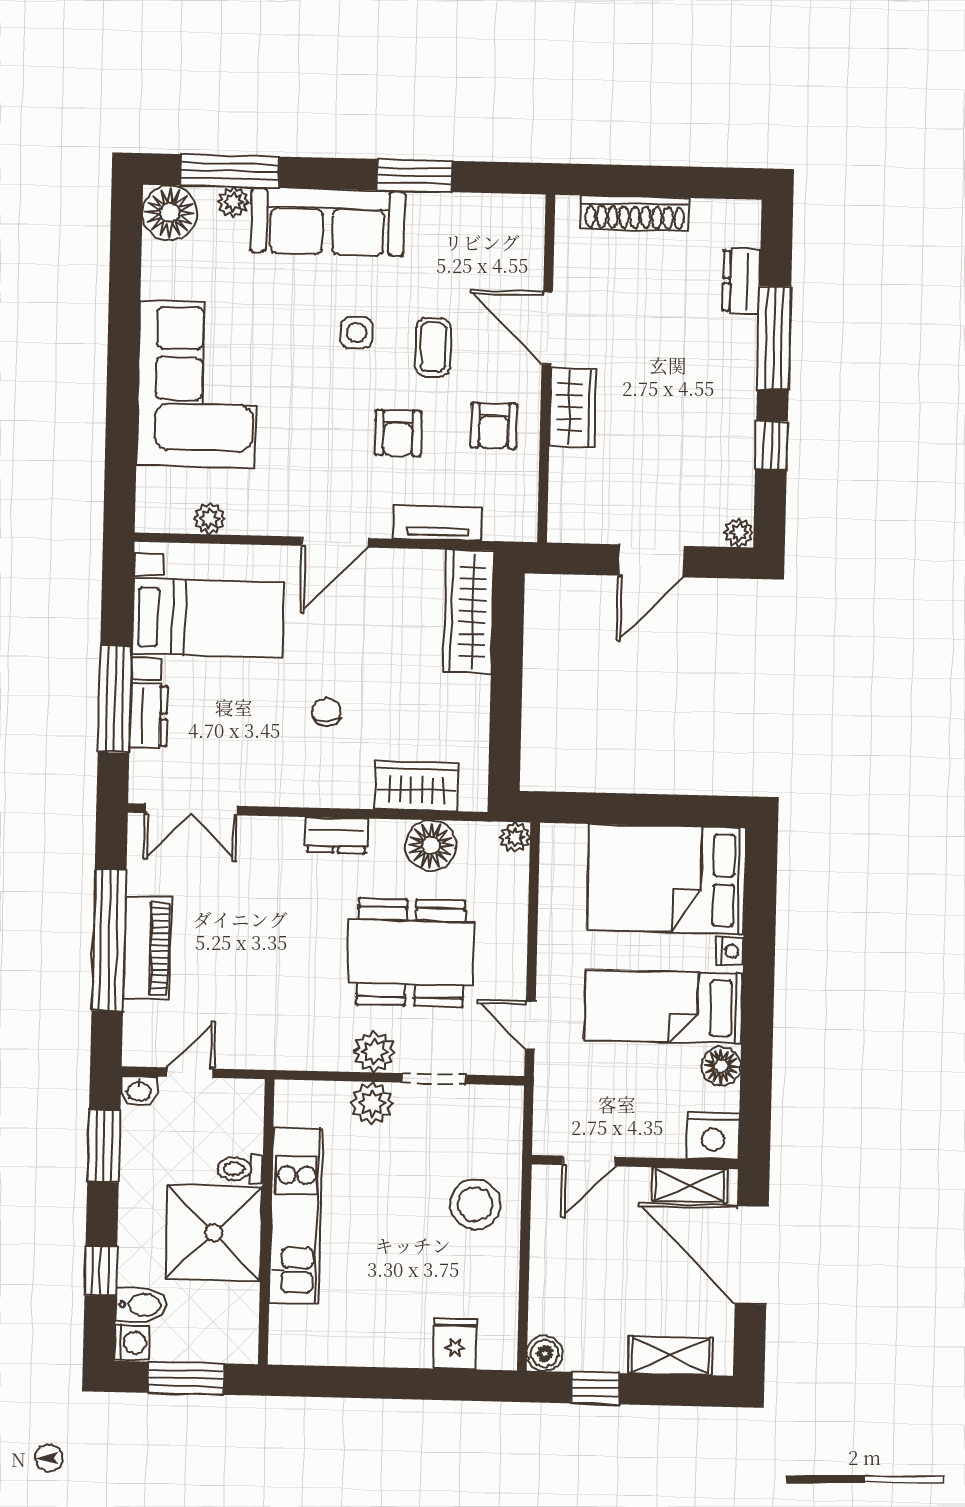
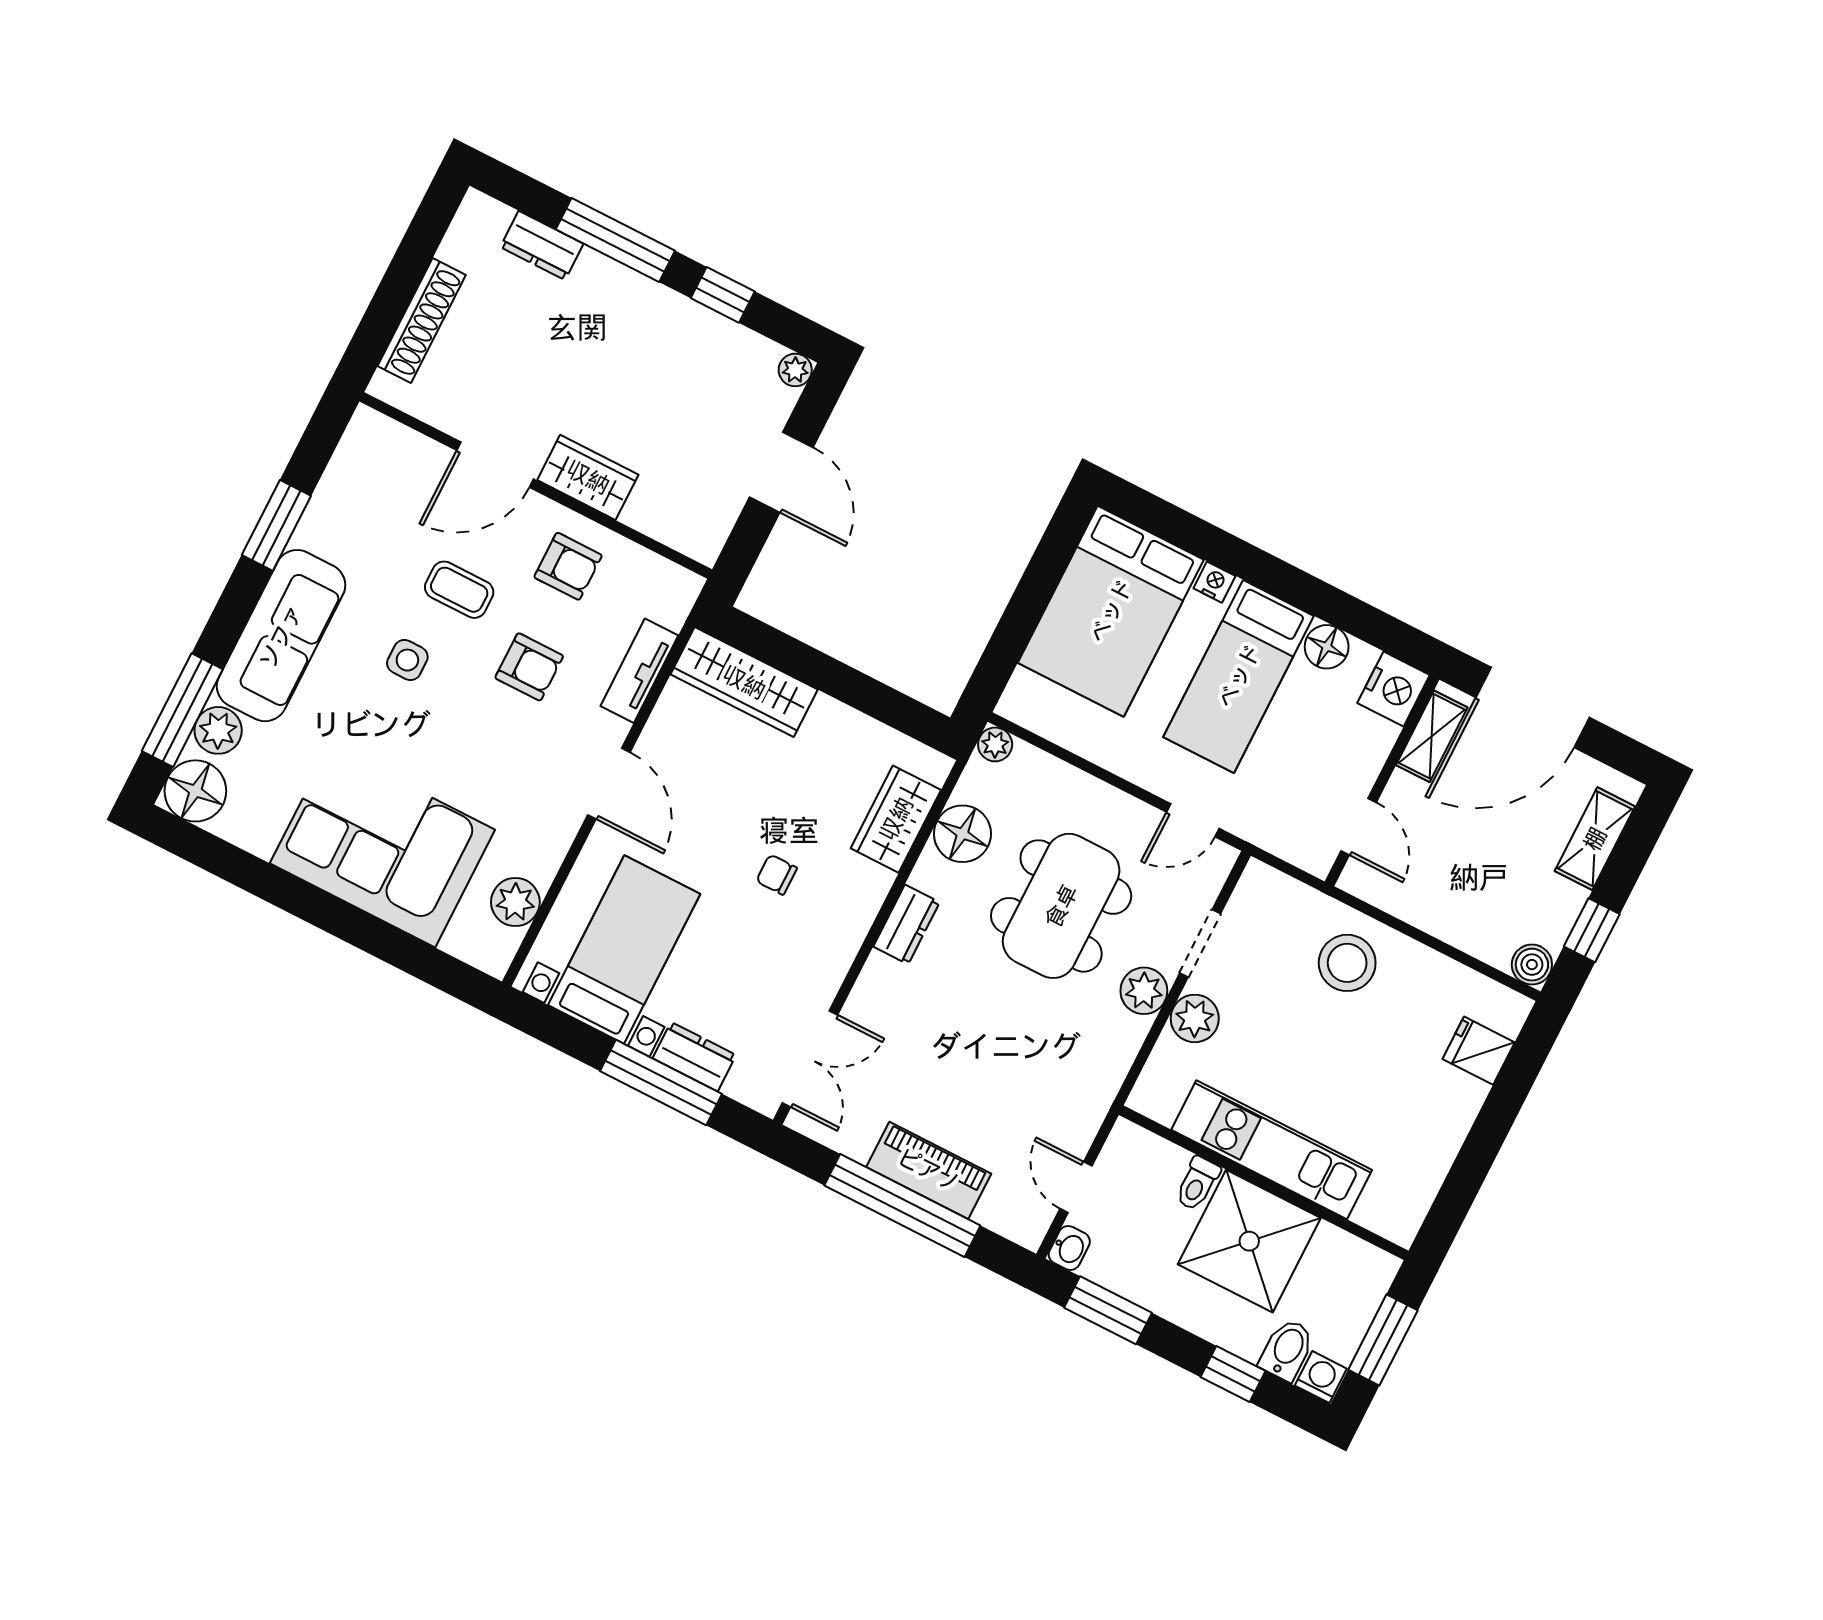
plant: (233, 202) -> (218, 730), width x1.38, depth x1.38
plant: (210, 519) -> (515, 902), width x1.38, depth x1.38

